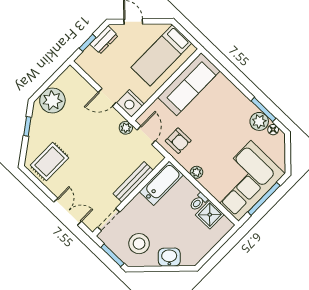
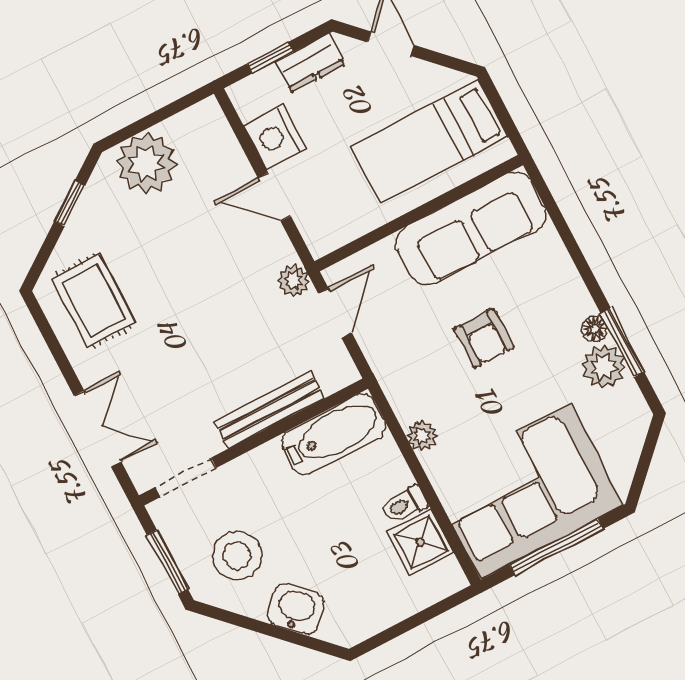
nightstand: (130, 103) -> (275, 137), moved
floor lamp: (273, 130) -> (594, 329), moved
armchair: (178, 141) -> (484, 338), moved
rug: (49, 162) -> (94, 301), turned 90

